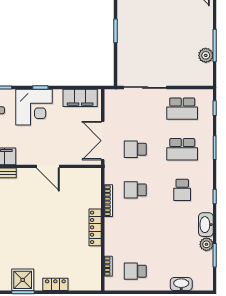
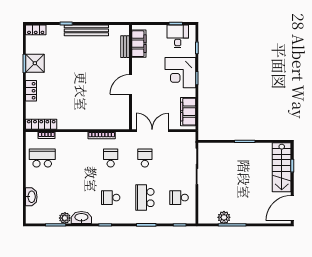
school desk: (182, 109) -> (179, 198), width x0.54
locker: (95, 227) -> (41, 124), moved
school desk: (135, 271) -> (42, 158), width x1.85

